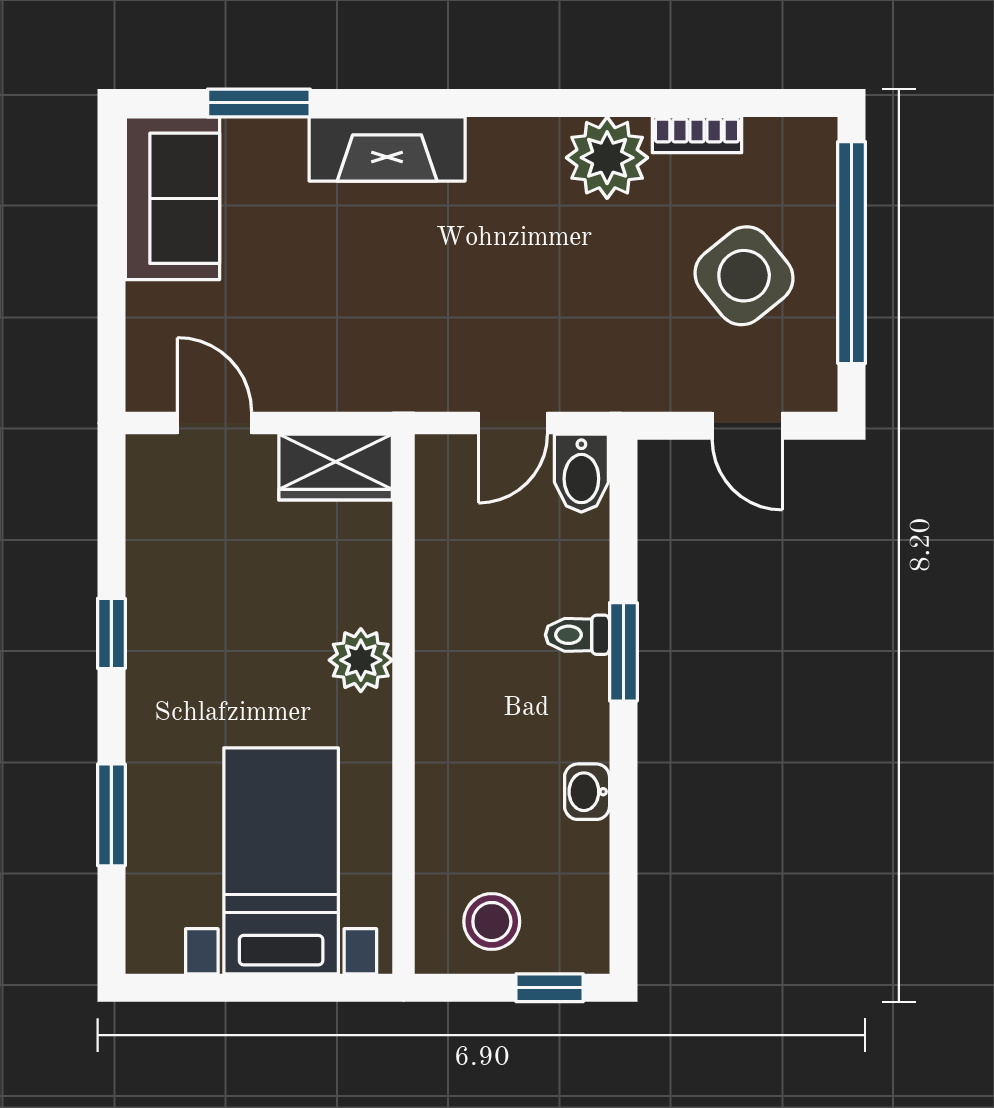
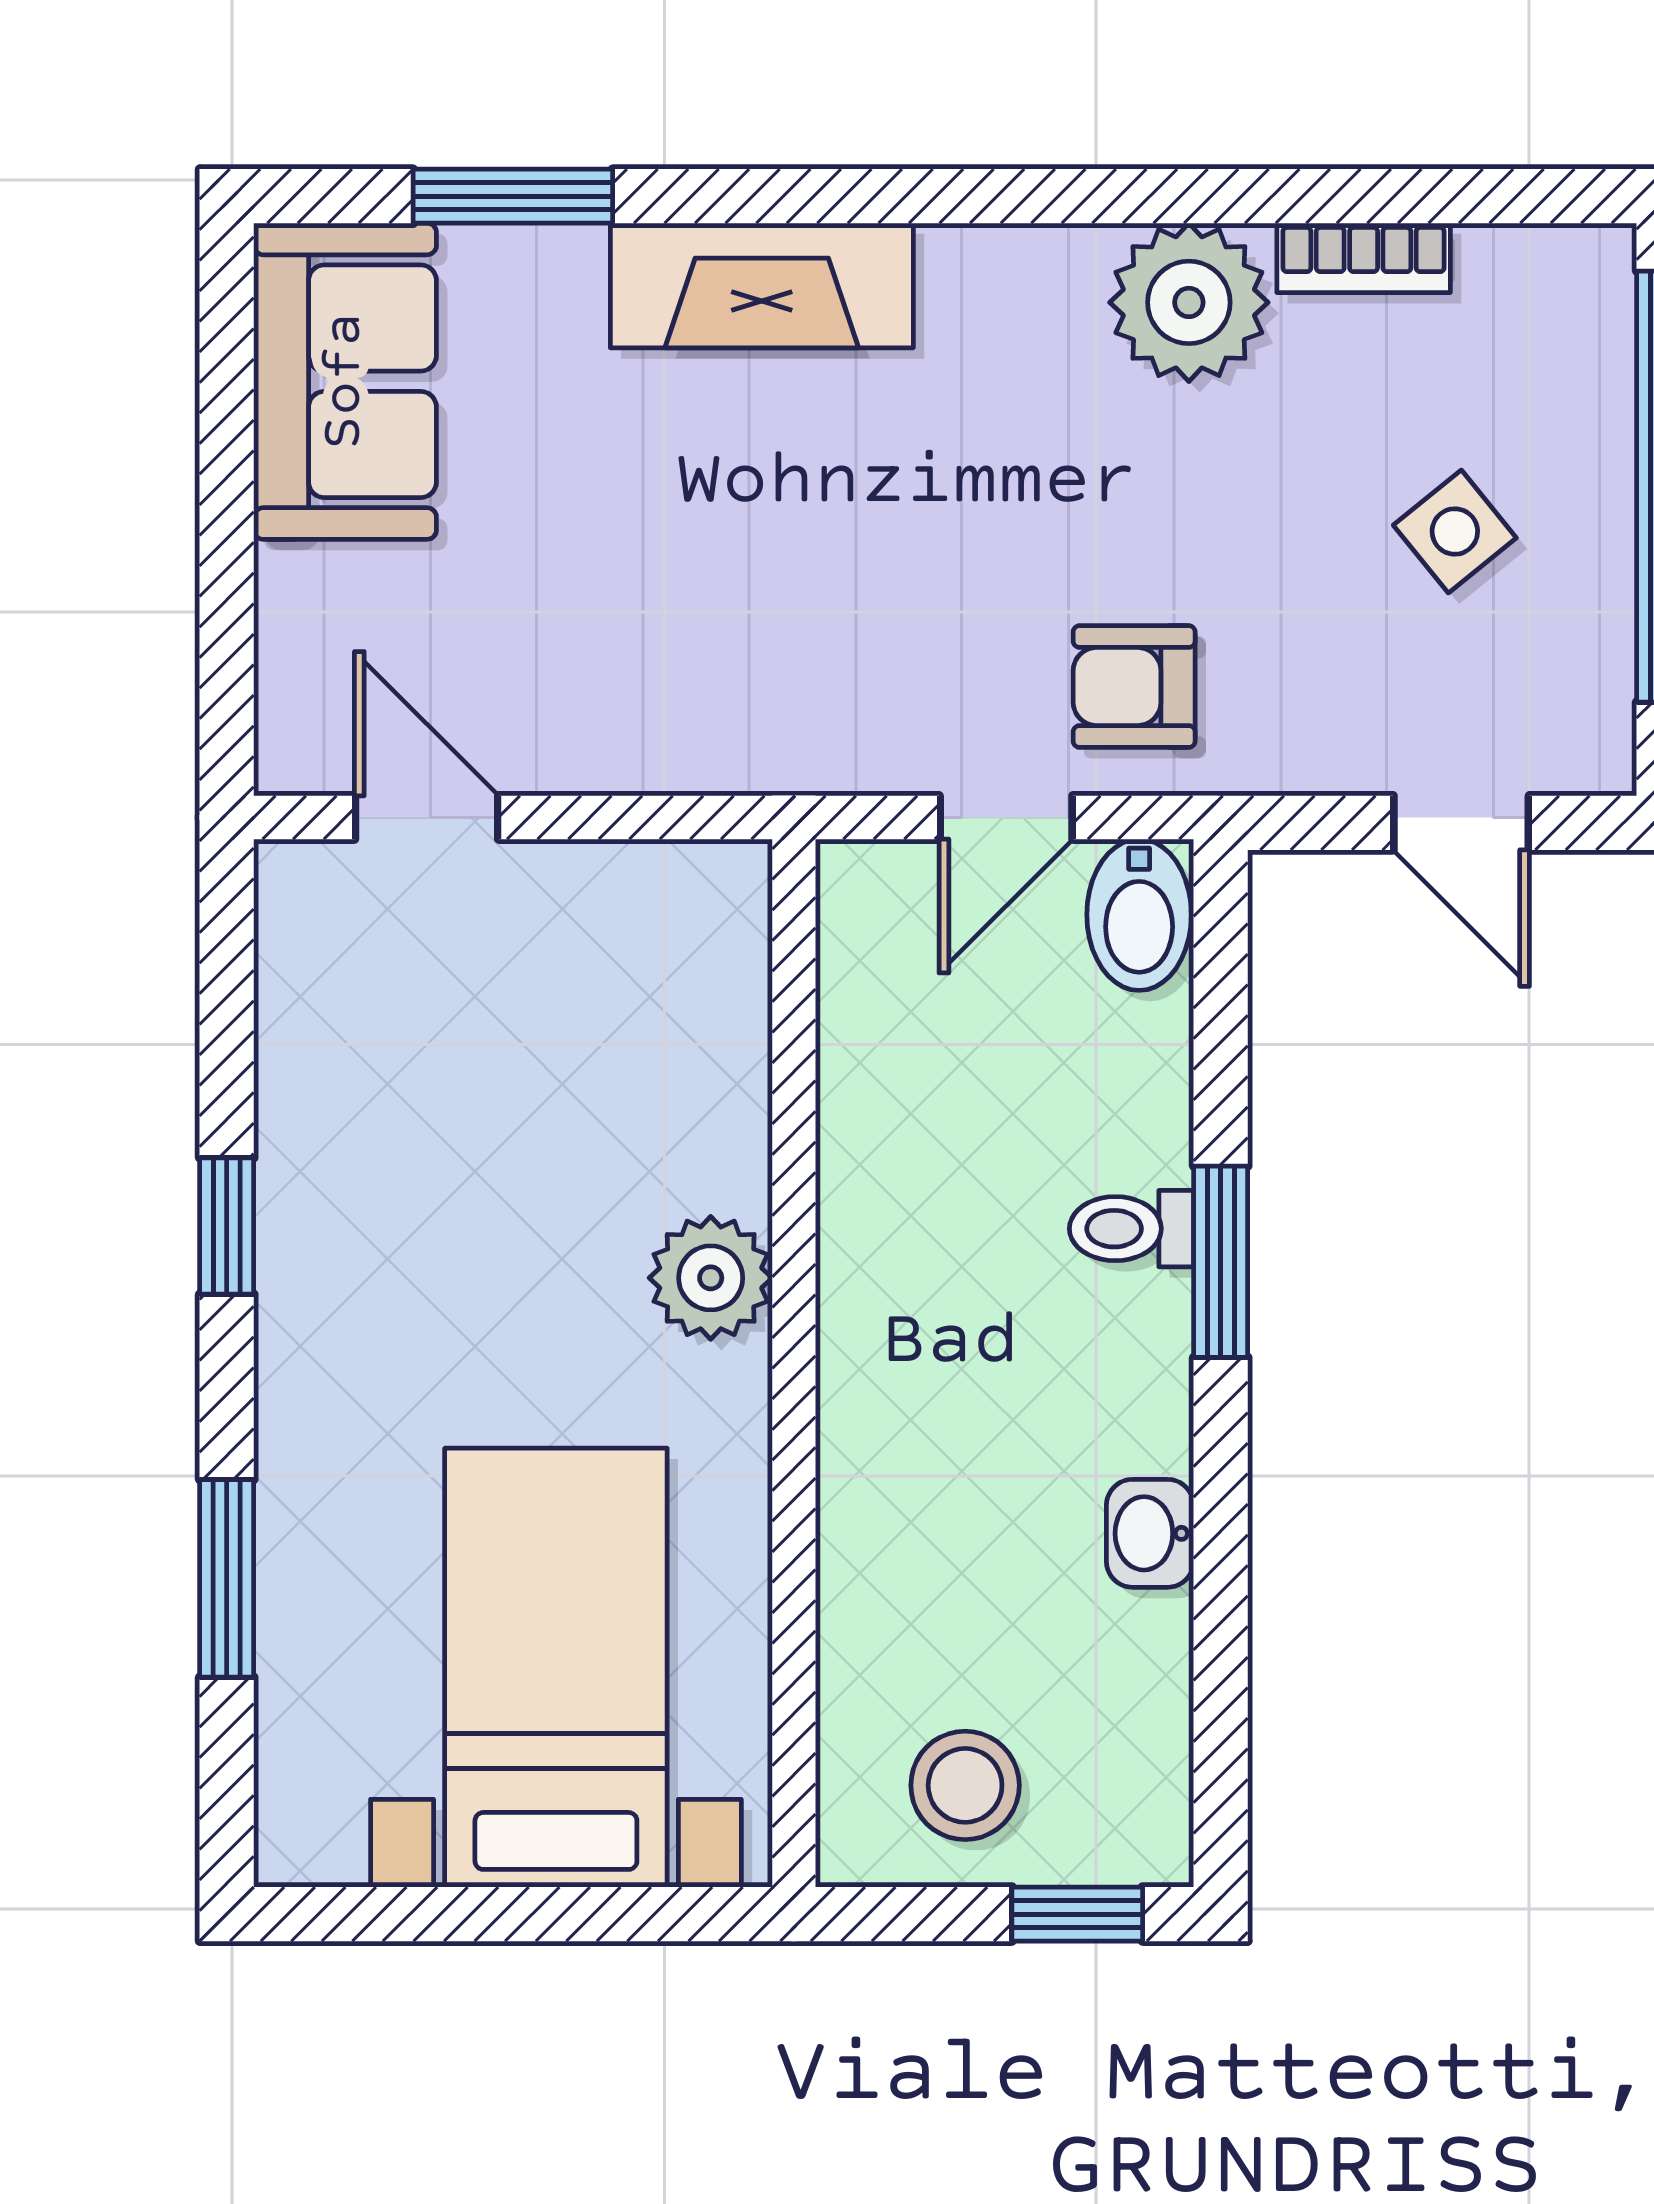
side table: (744, 276) -> (1455, 532), width x0.54, depth x0.54
armchair: (579, 356) -> (1134, 687), added
wardrobe: (336, 467) -> (662, 903), removed

